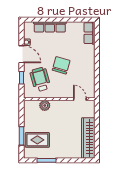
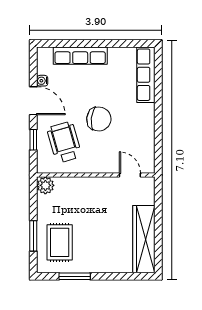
row of seats: (89, 33) -> (146, 75), width x1.48
chair: (61, 65) -> (99, 119), turned 81
plant: (45, 105) -> (45, 185), moved
rug: (37, 140) -> (60, 242), turned 90

